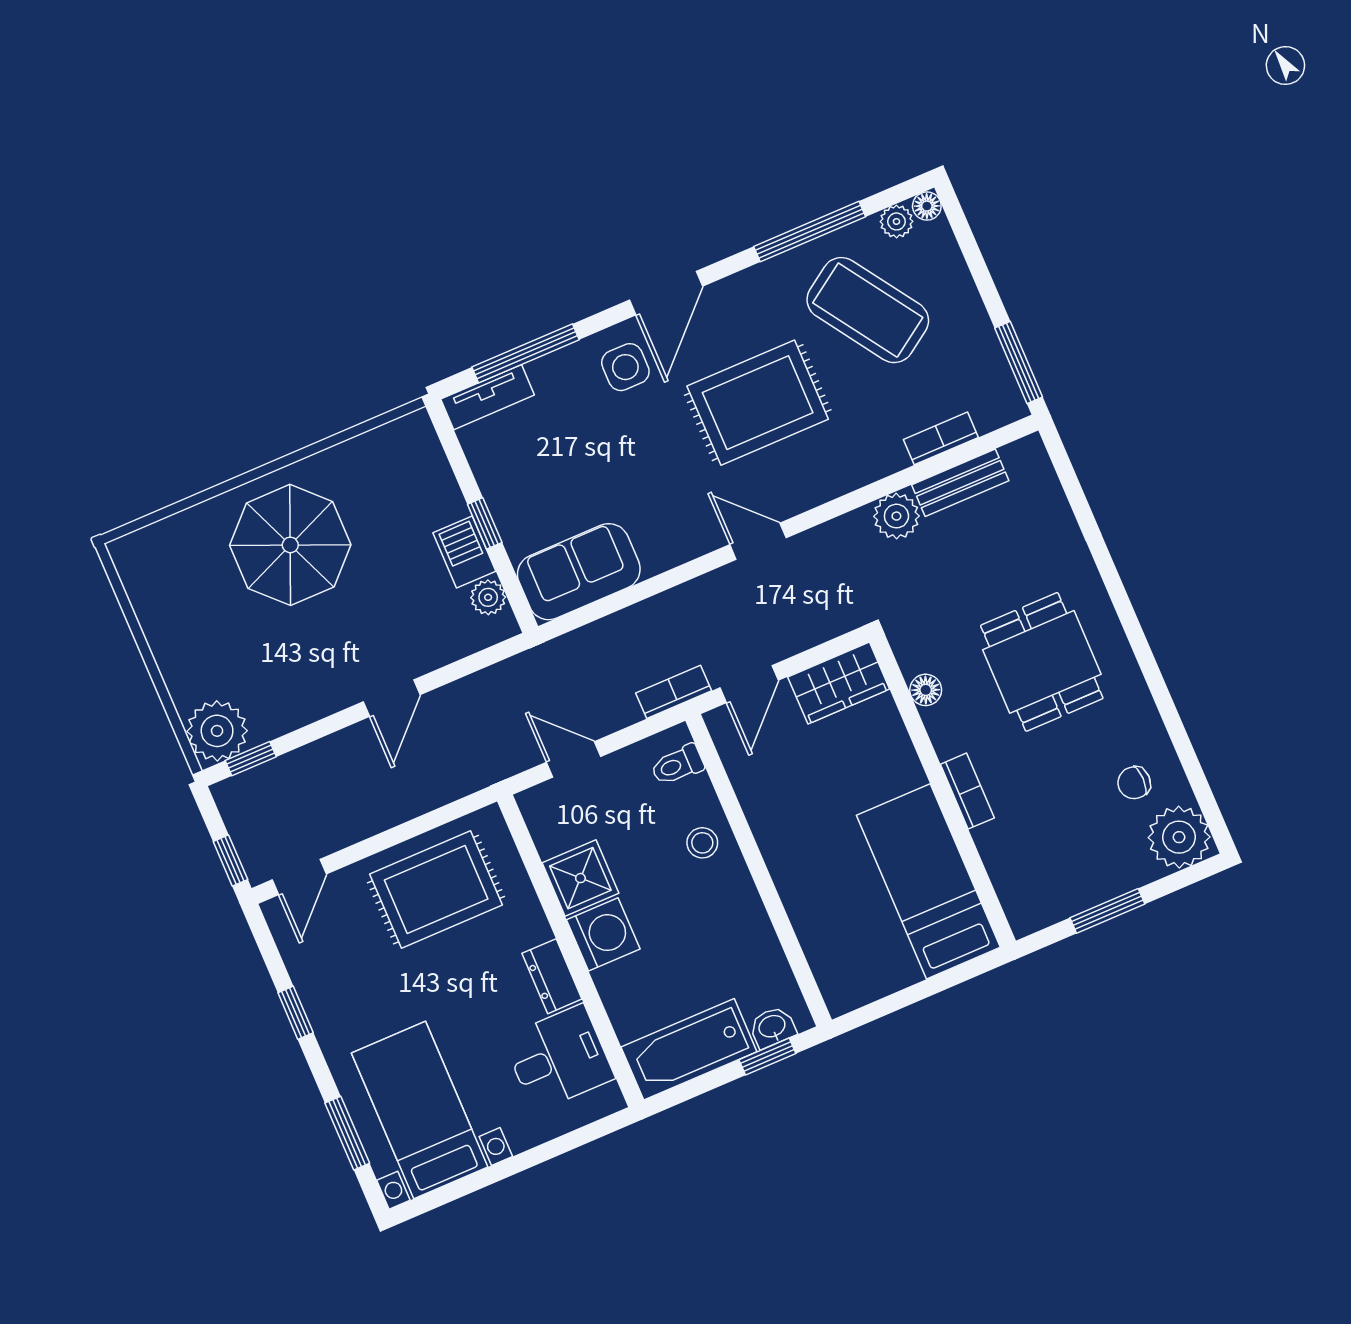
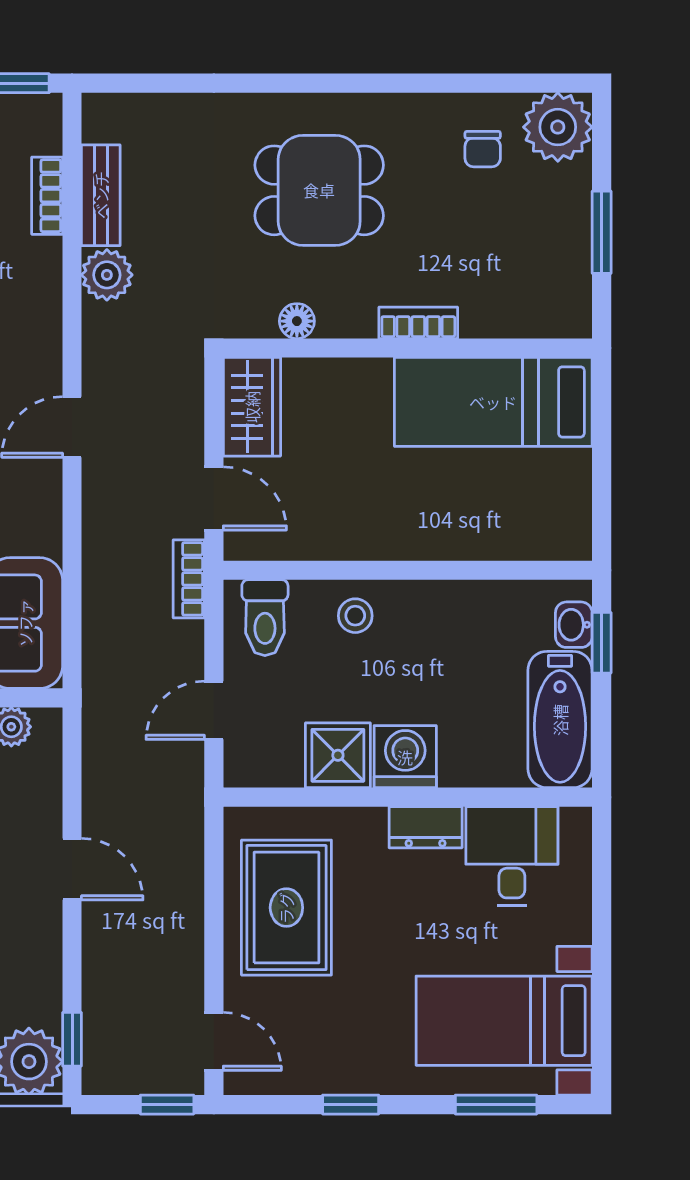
toilet: (677, 765) -> (265, 618), width x1.37, depth x1.39

